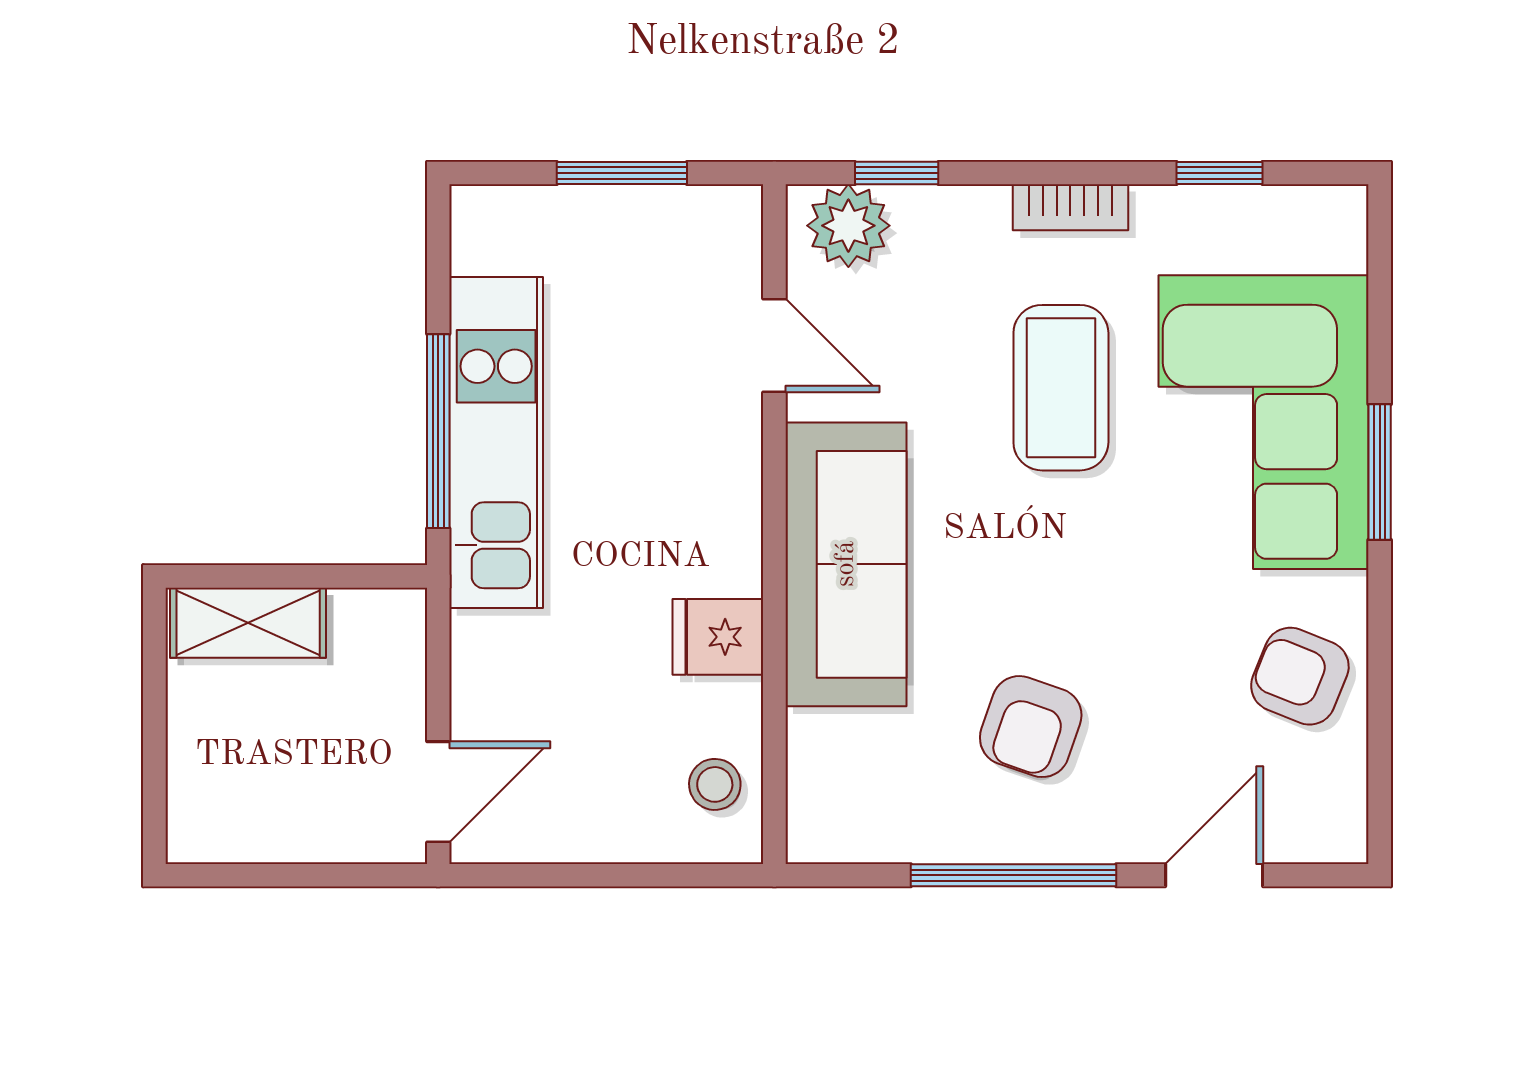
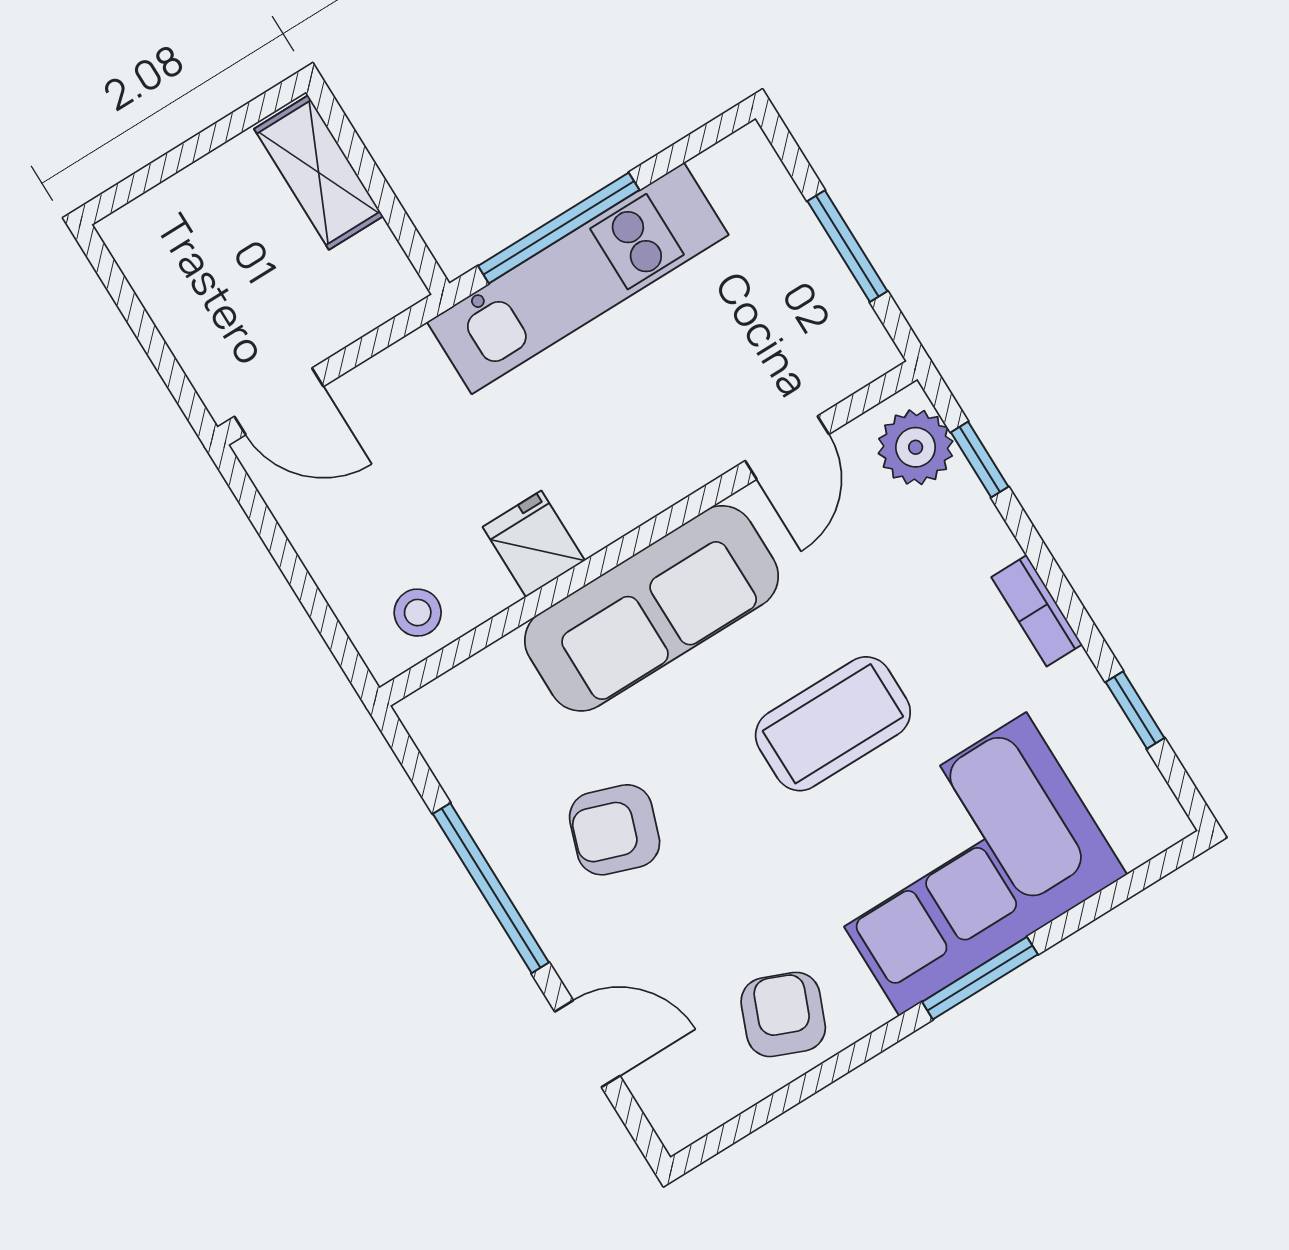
coffee table: (1061, 388) -> (833, 724), moved

